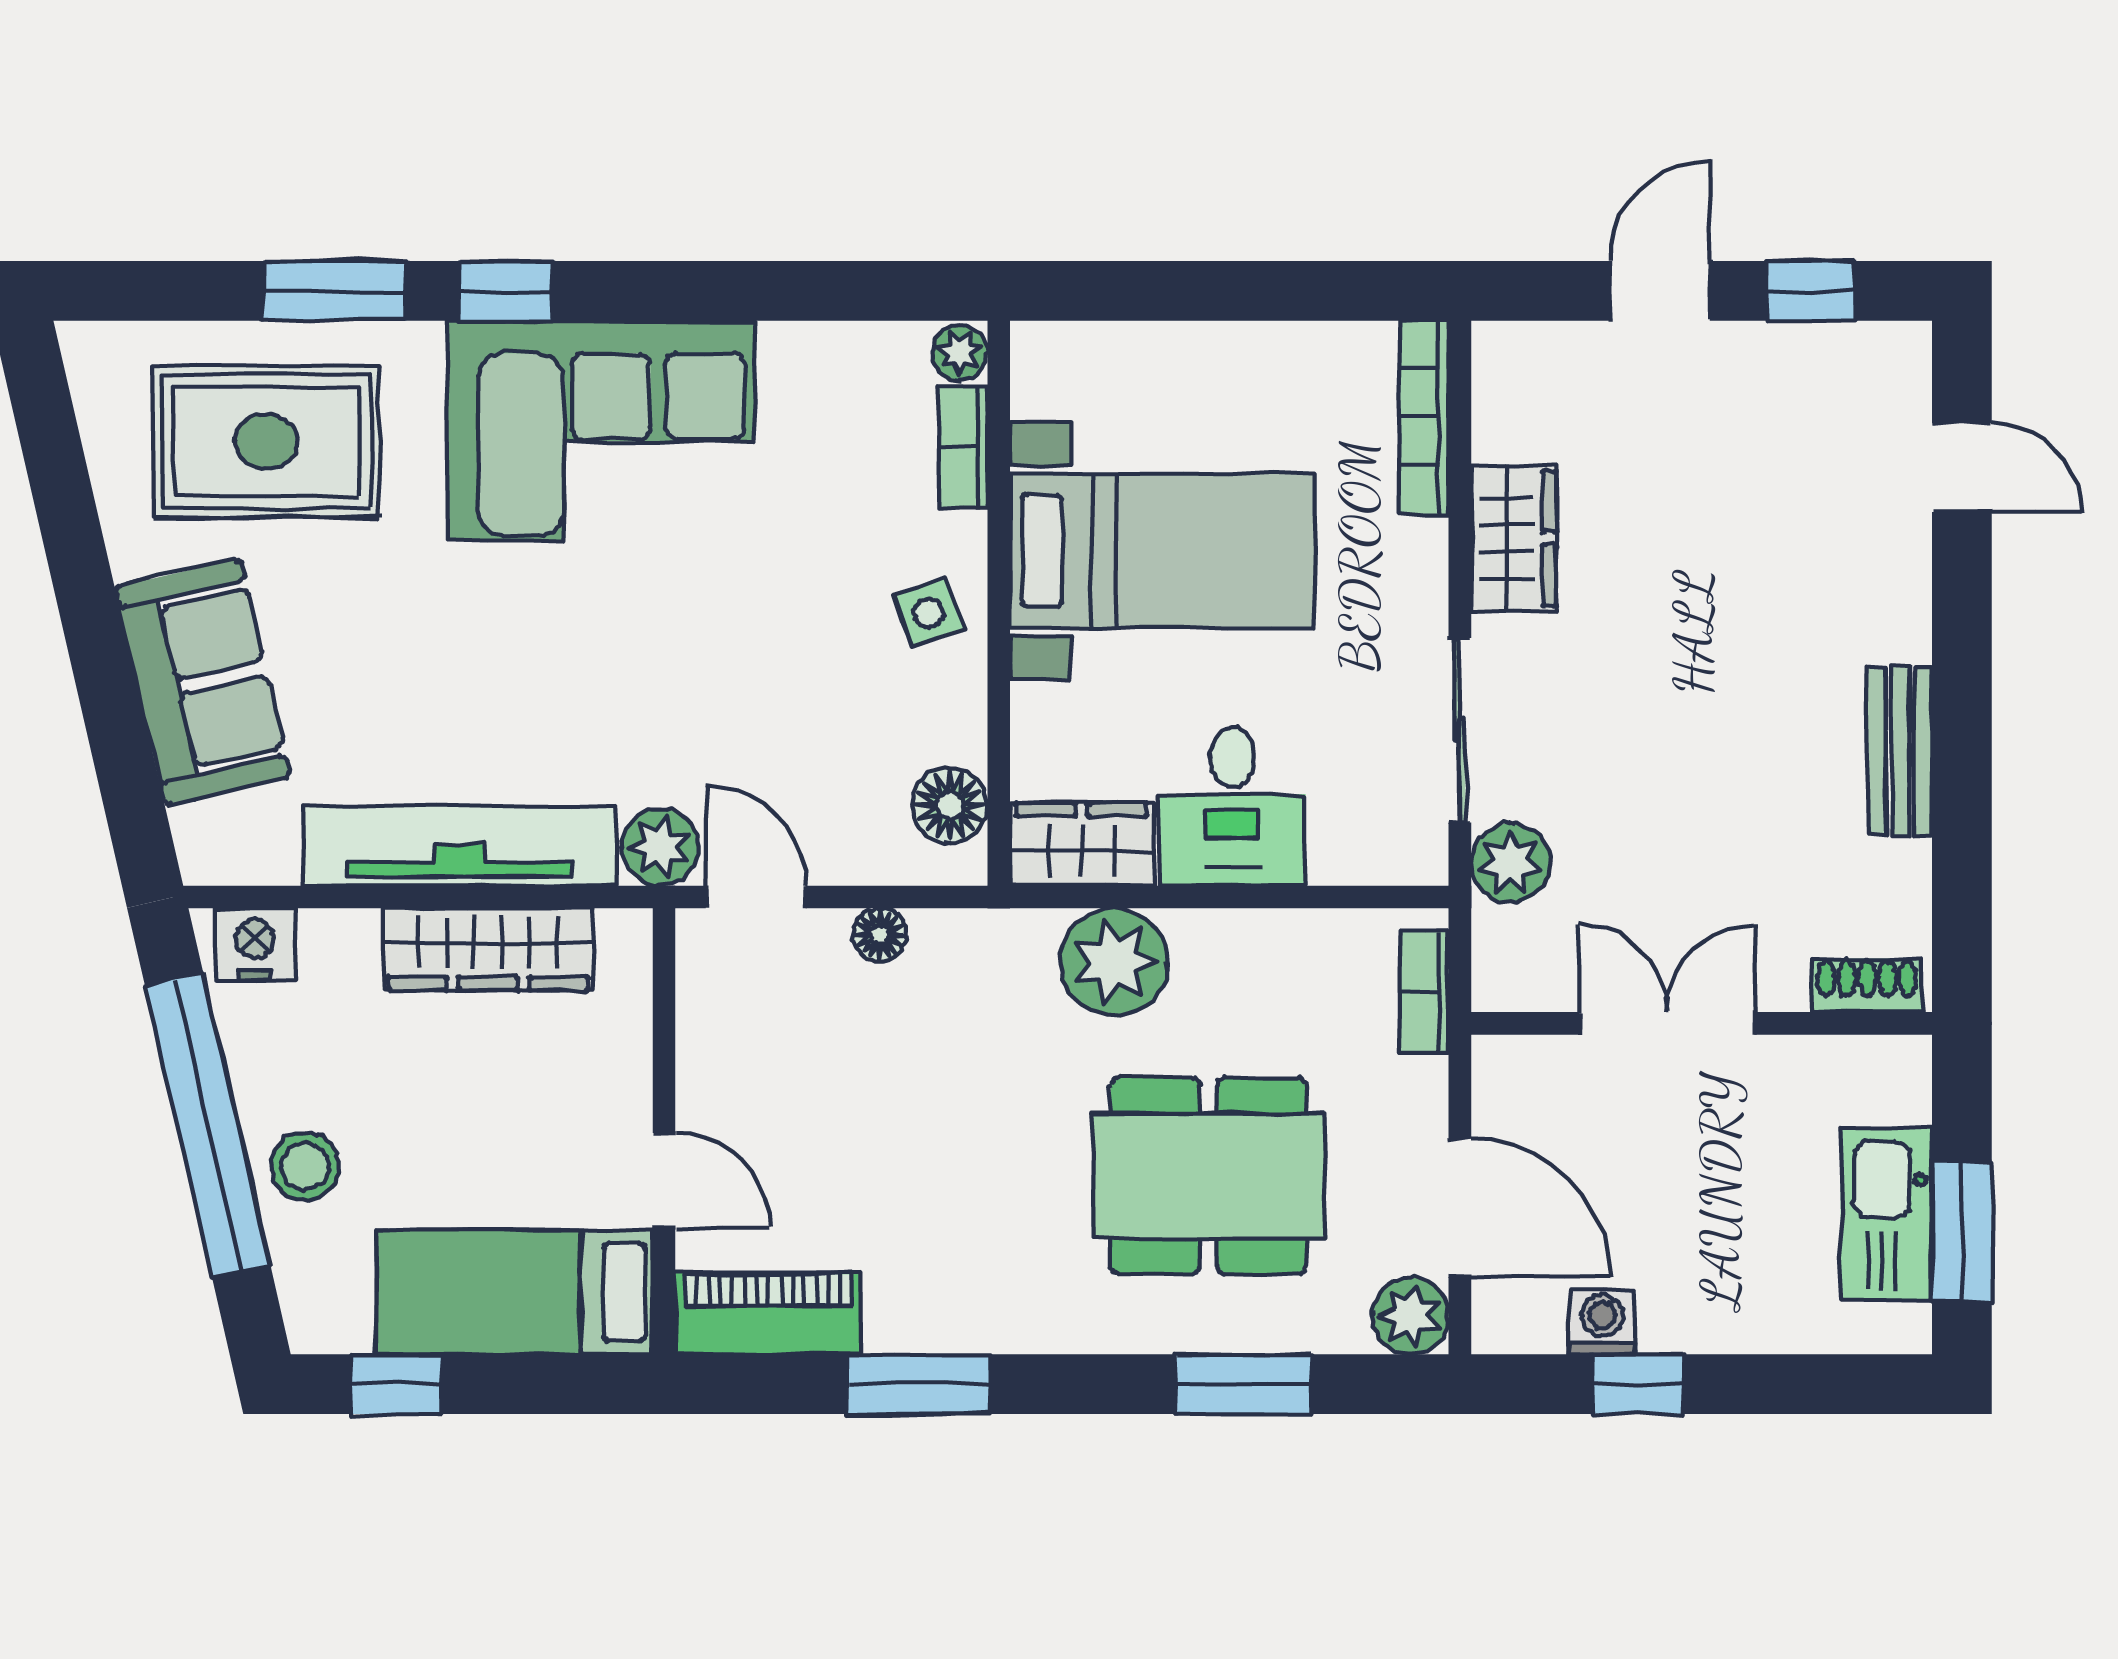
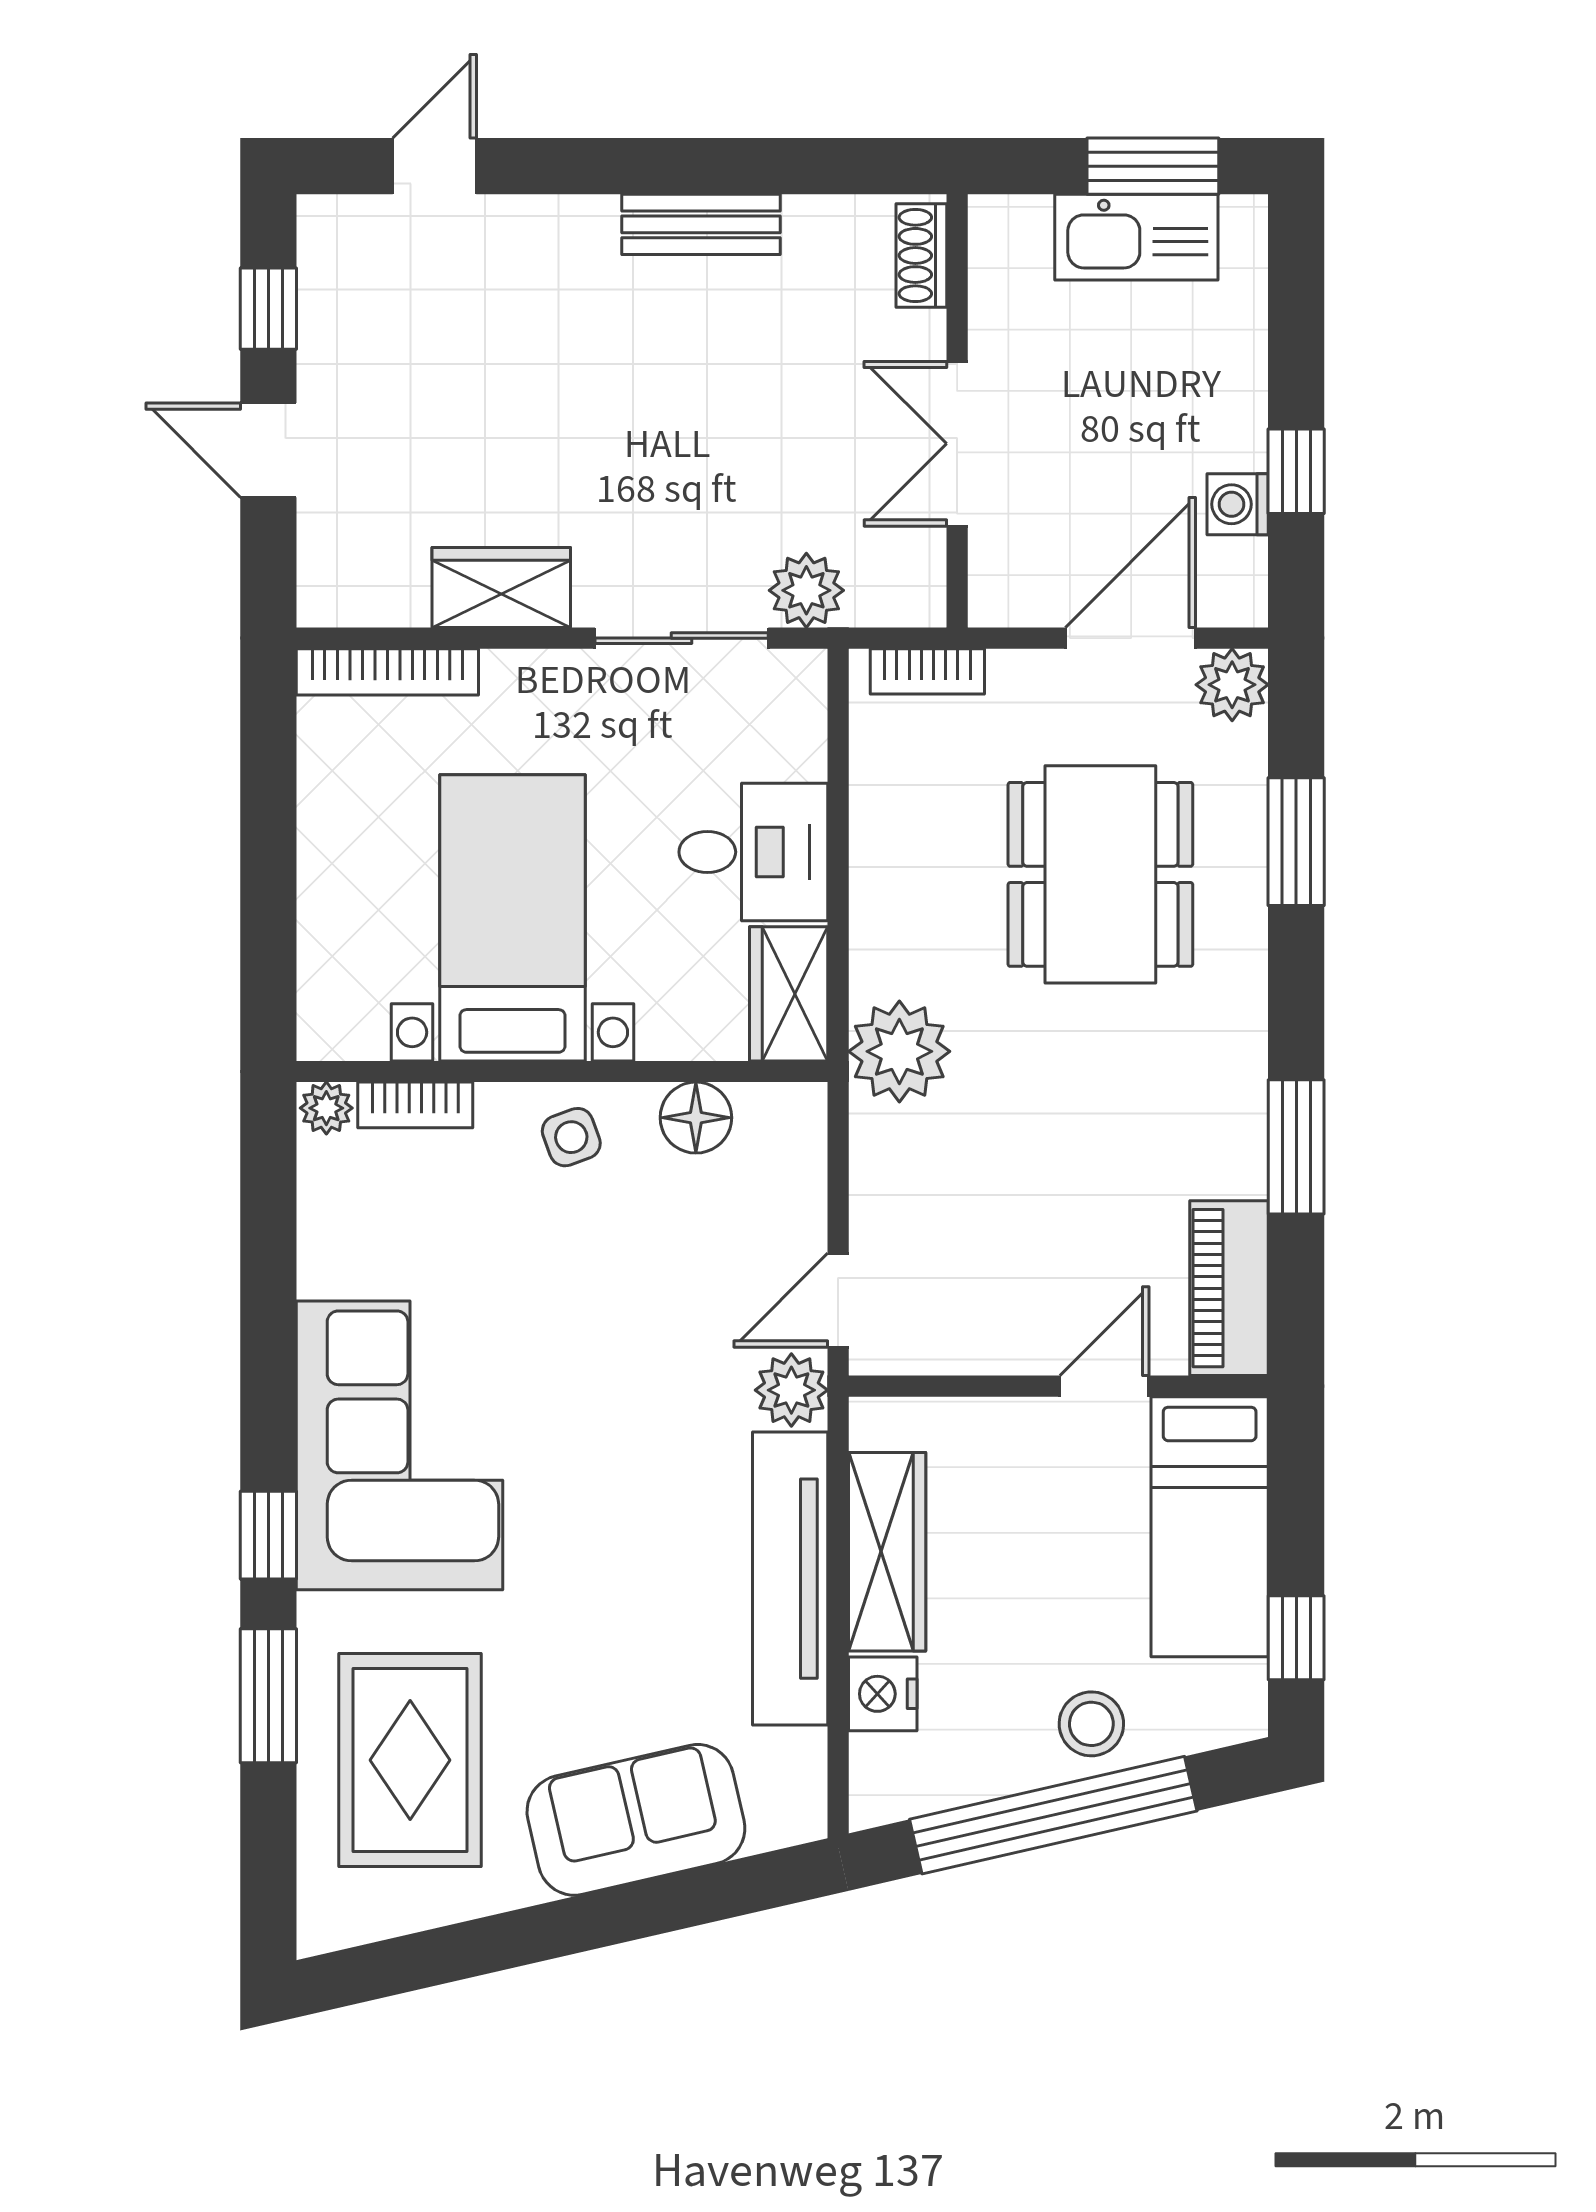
floor lamp: (950, 805) -> (696, 1118), moved
floor lamp: (880, 935) -> (874, 1183), removed
nightstand: (255, 944) -> (883, 1694), moved
plant: (1114, 962) -> (899, 1051), moved

